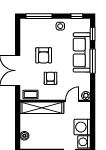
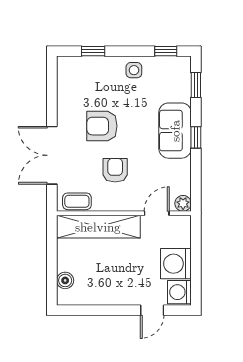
window: (39, 16) -> (93, 51), width x0.46
sofa: (82, 52) -> (175, 131), width x0.73
armchair: (44, 55) -> (102, 126), turned 90
window: (93, 61) -> (196, 137), width x0.46

